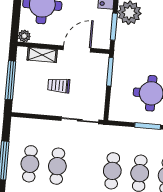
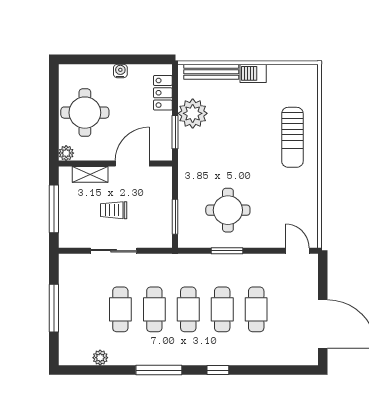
window: (110, 72) -> (175, 217), moved
sliding door: (80, 120) -> (114, 251), moved
cafe table: (30, 164) -> (154, 309), moved

